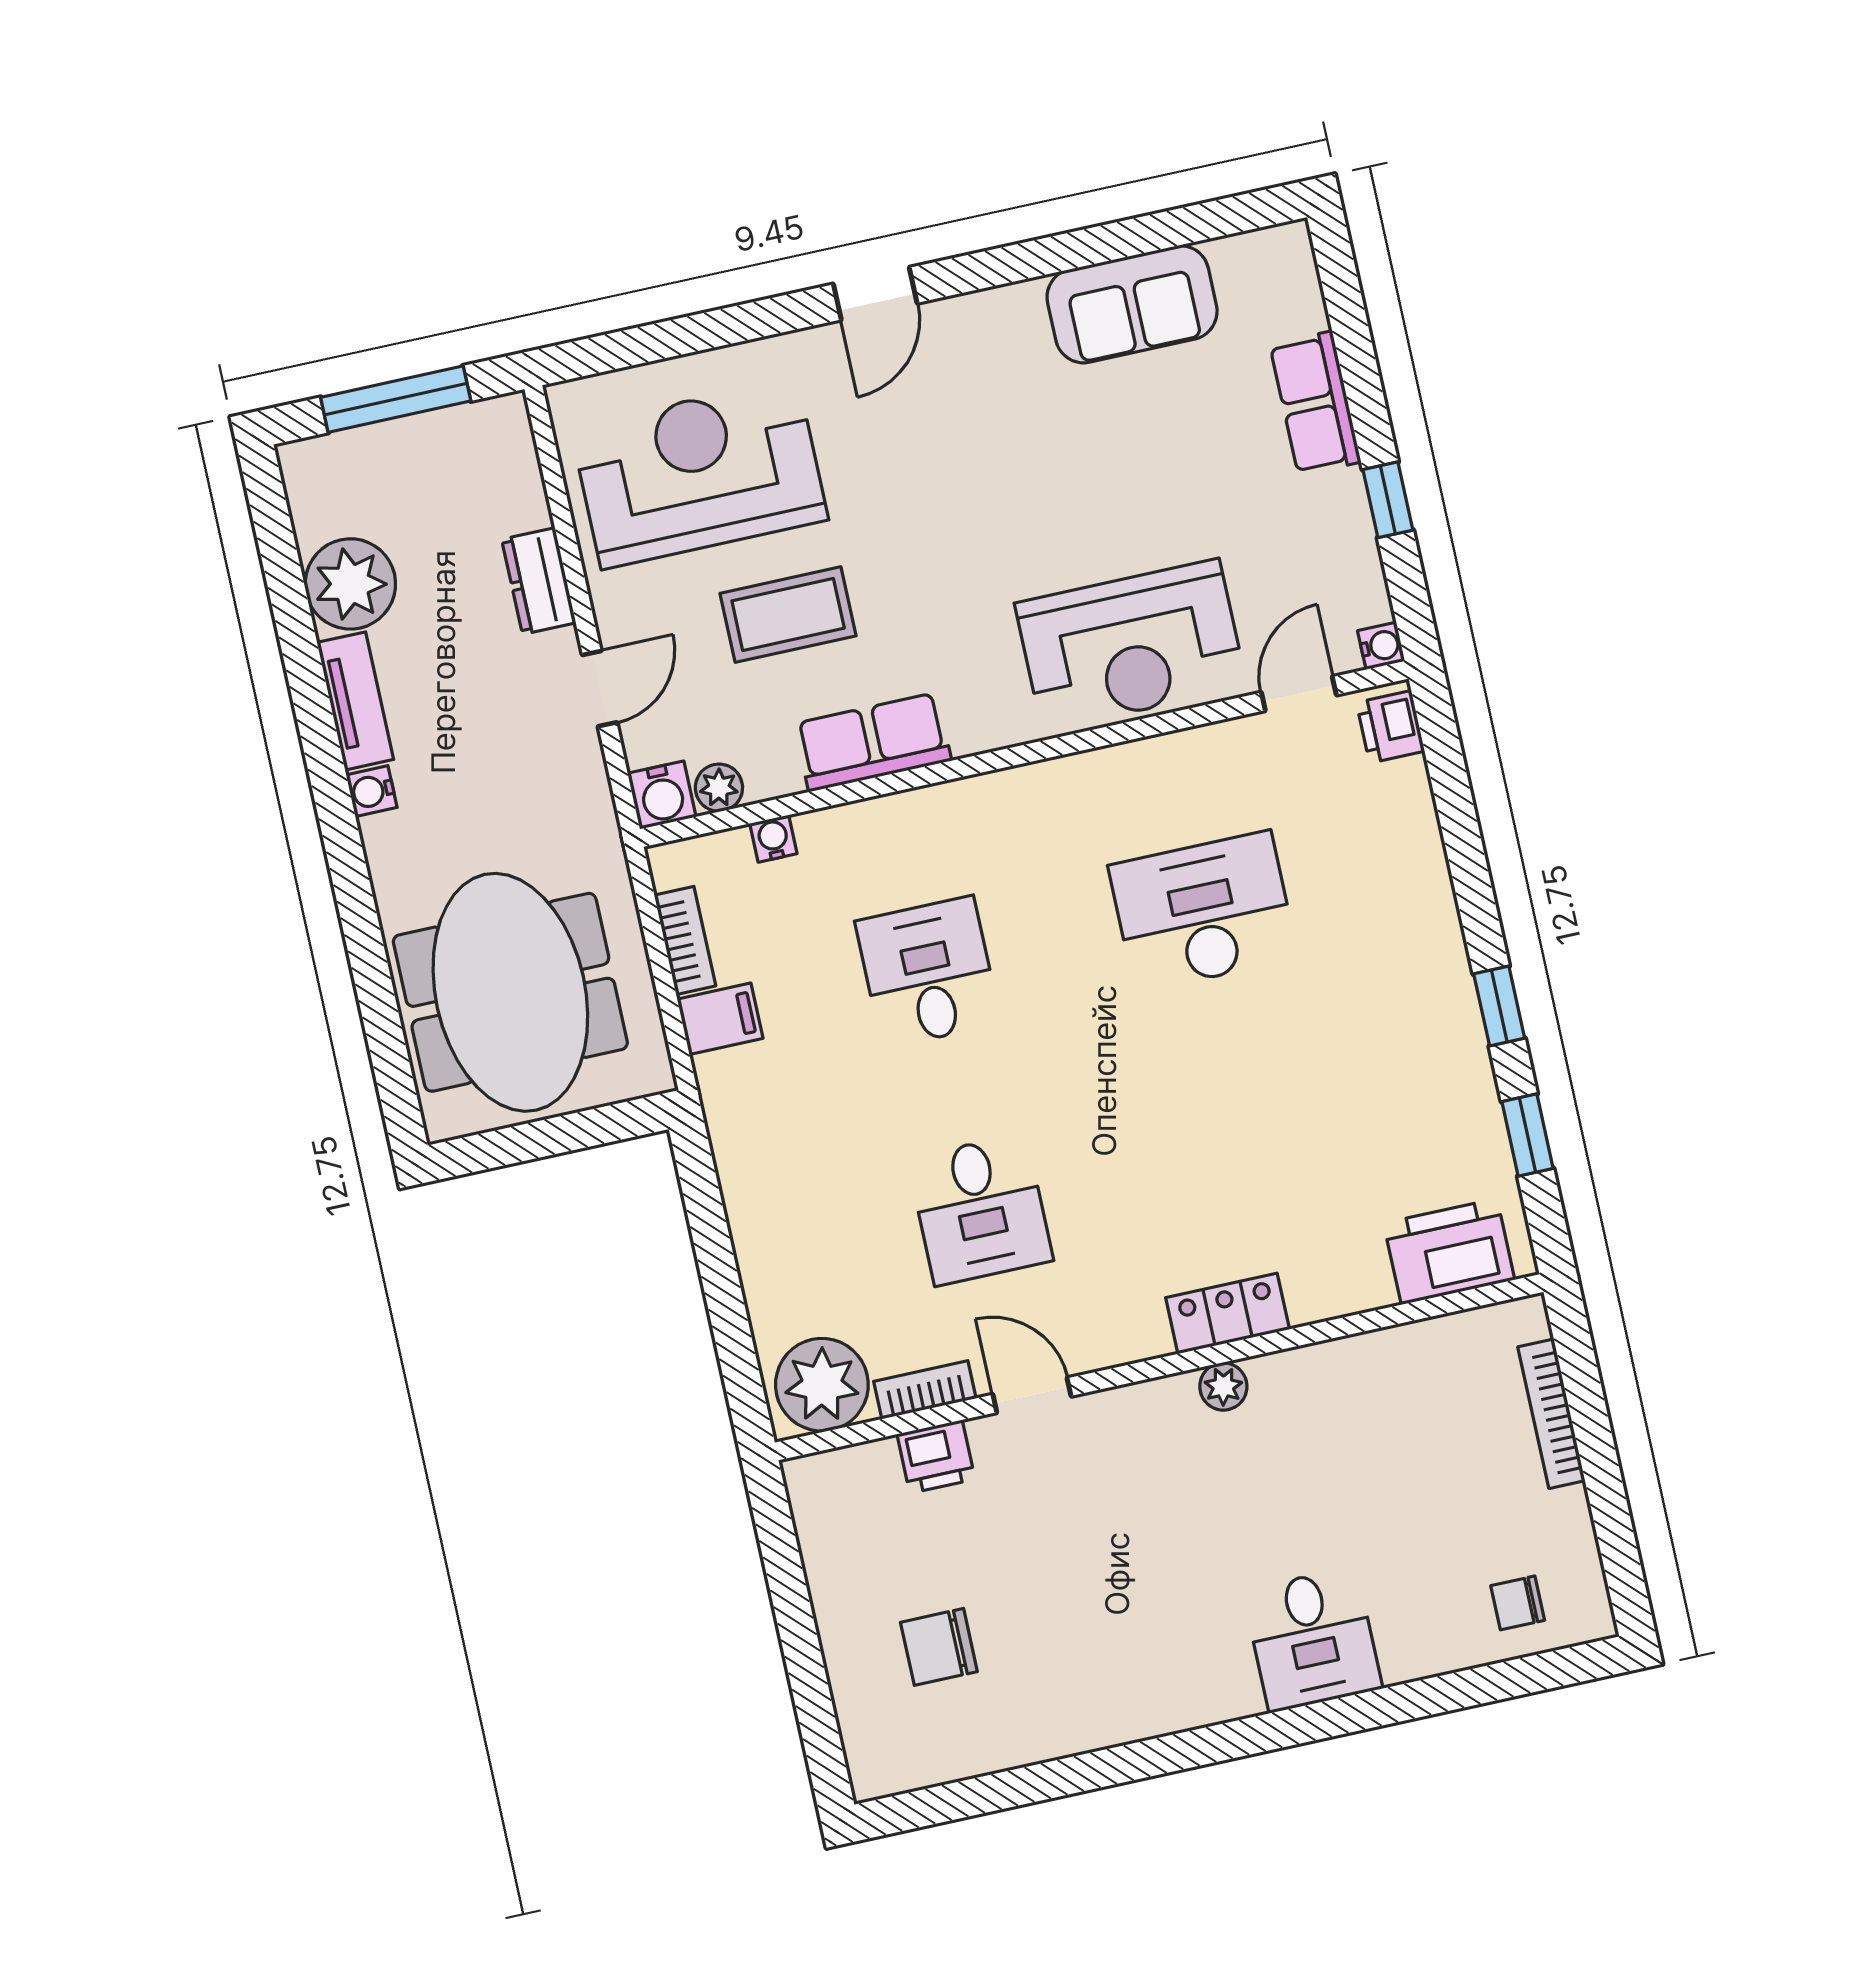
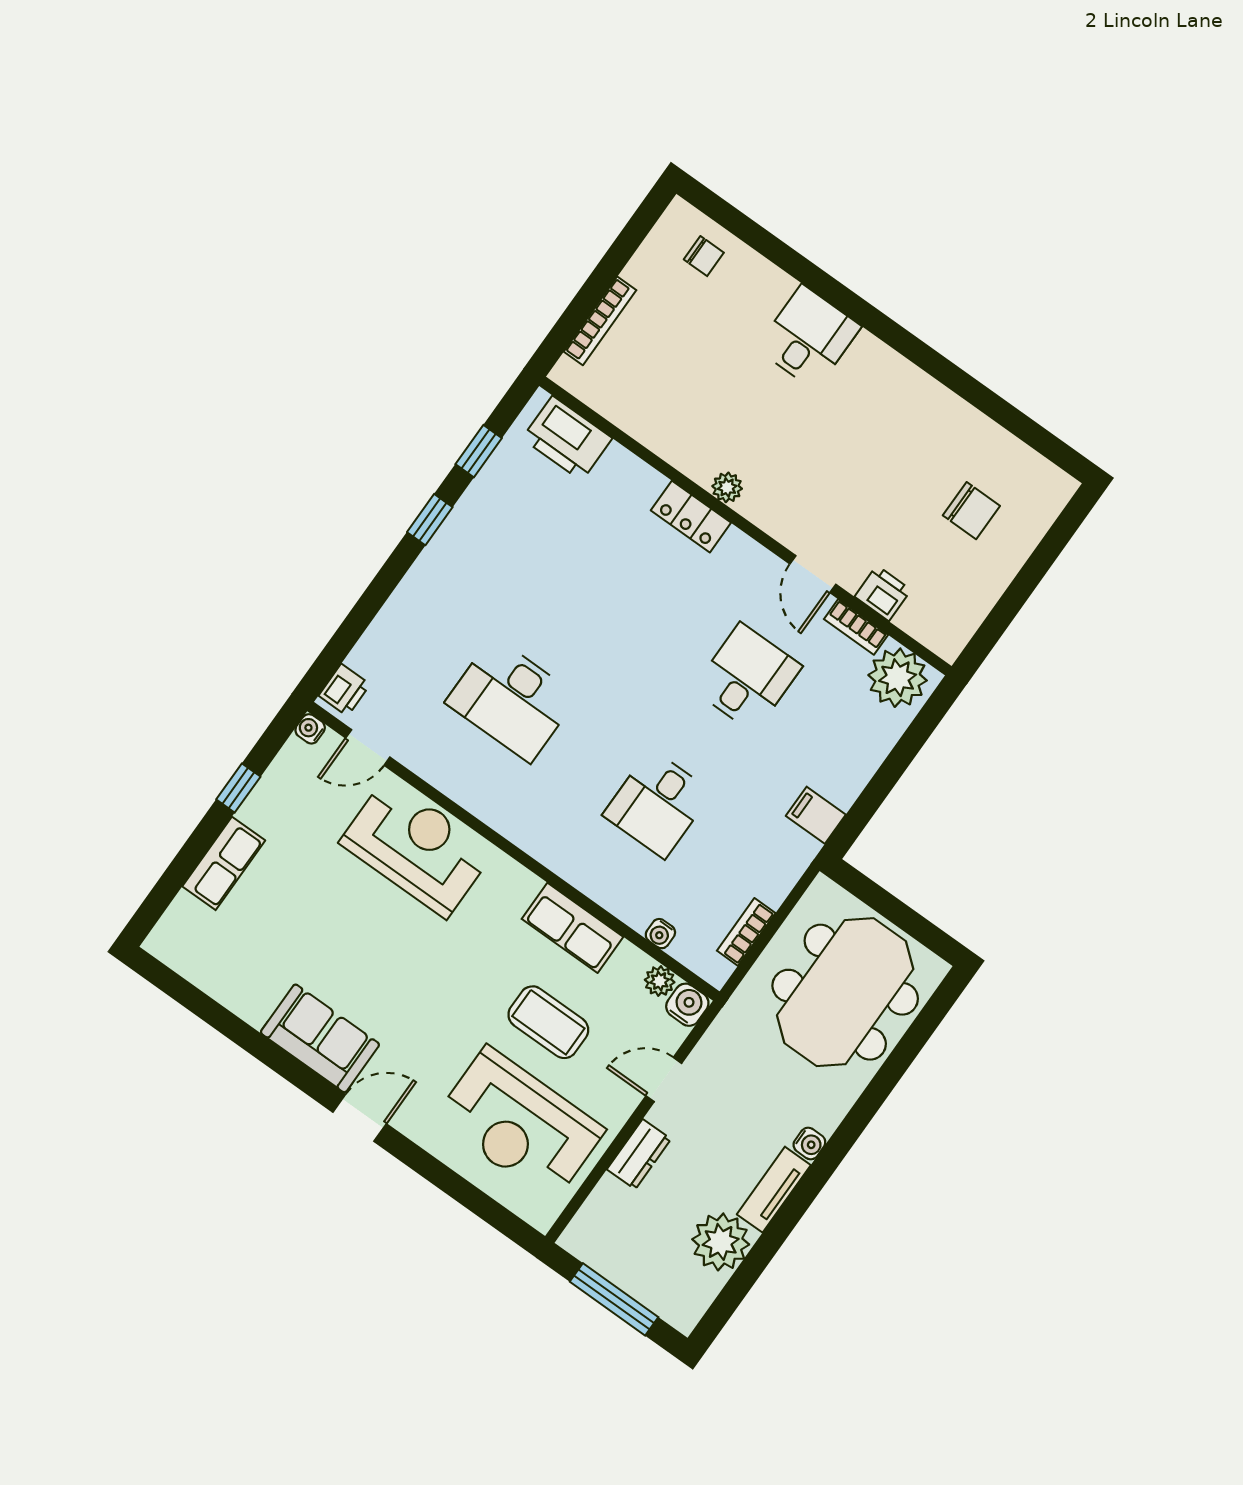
sofa: (1132, 304) -> (320, 1038), moved
filing cabinet: (720, 1019) -> (816, 815), moved

